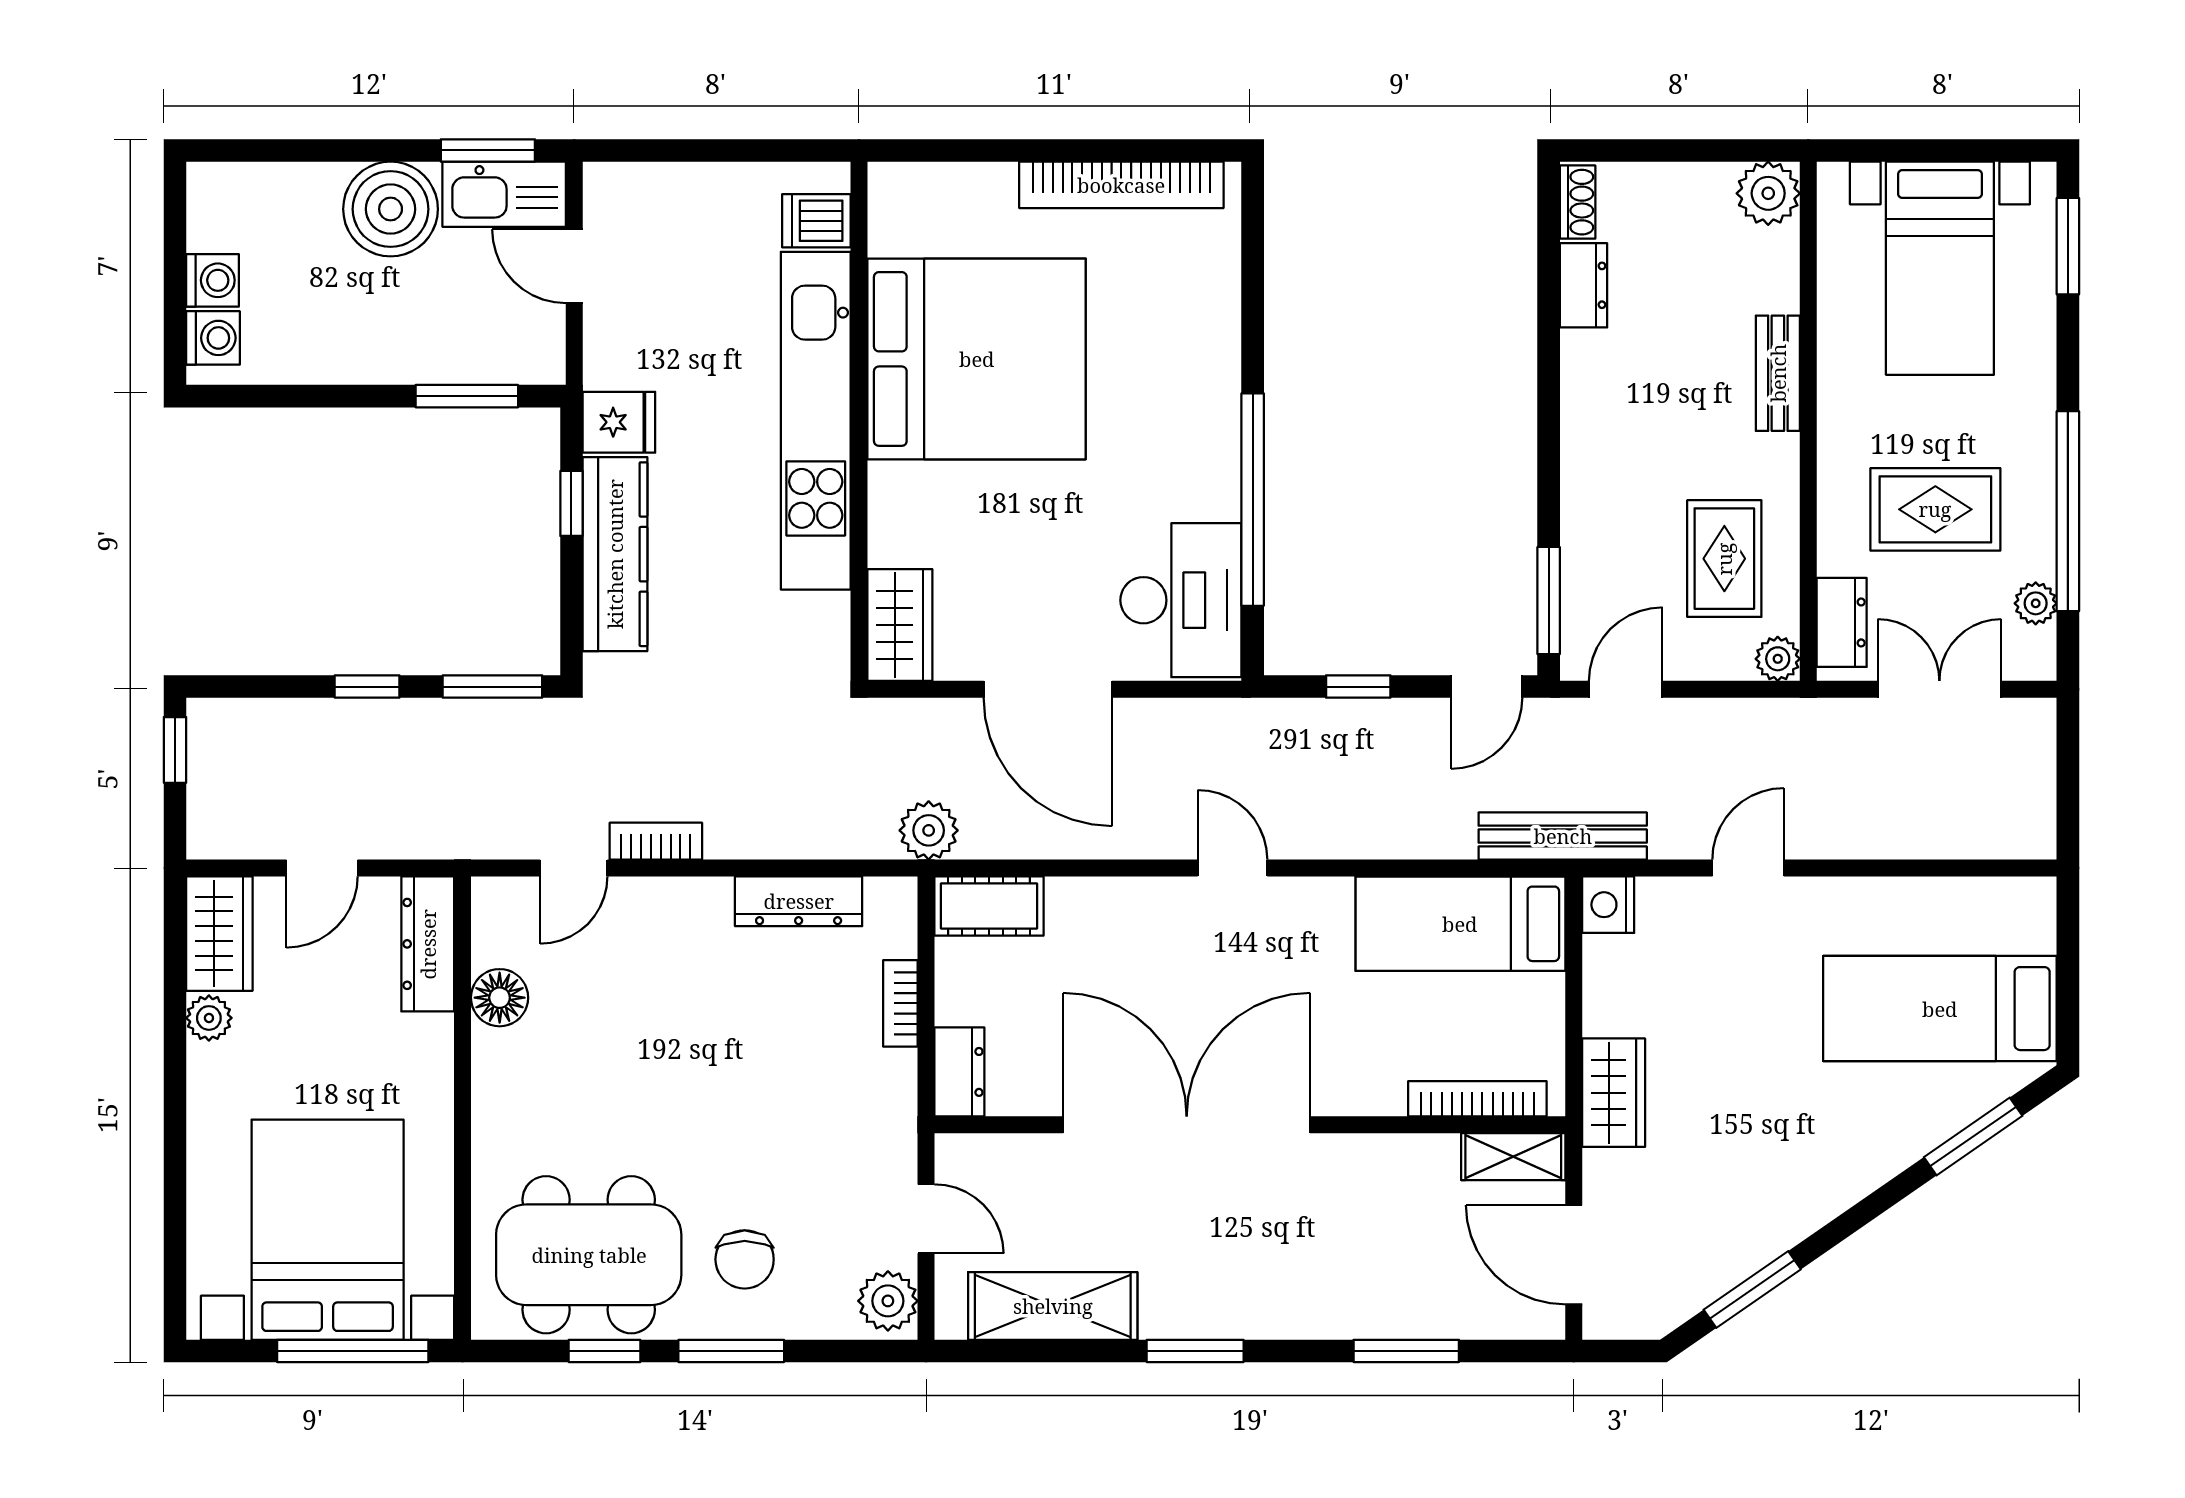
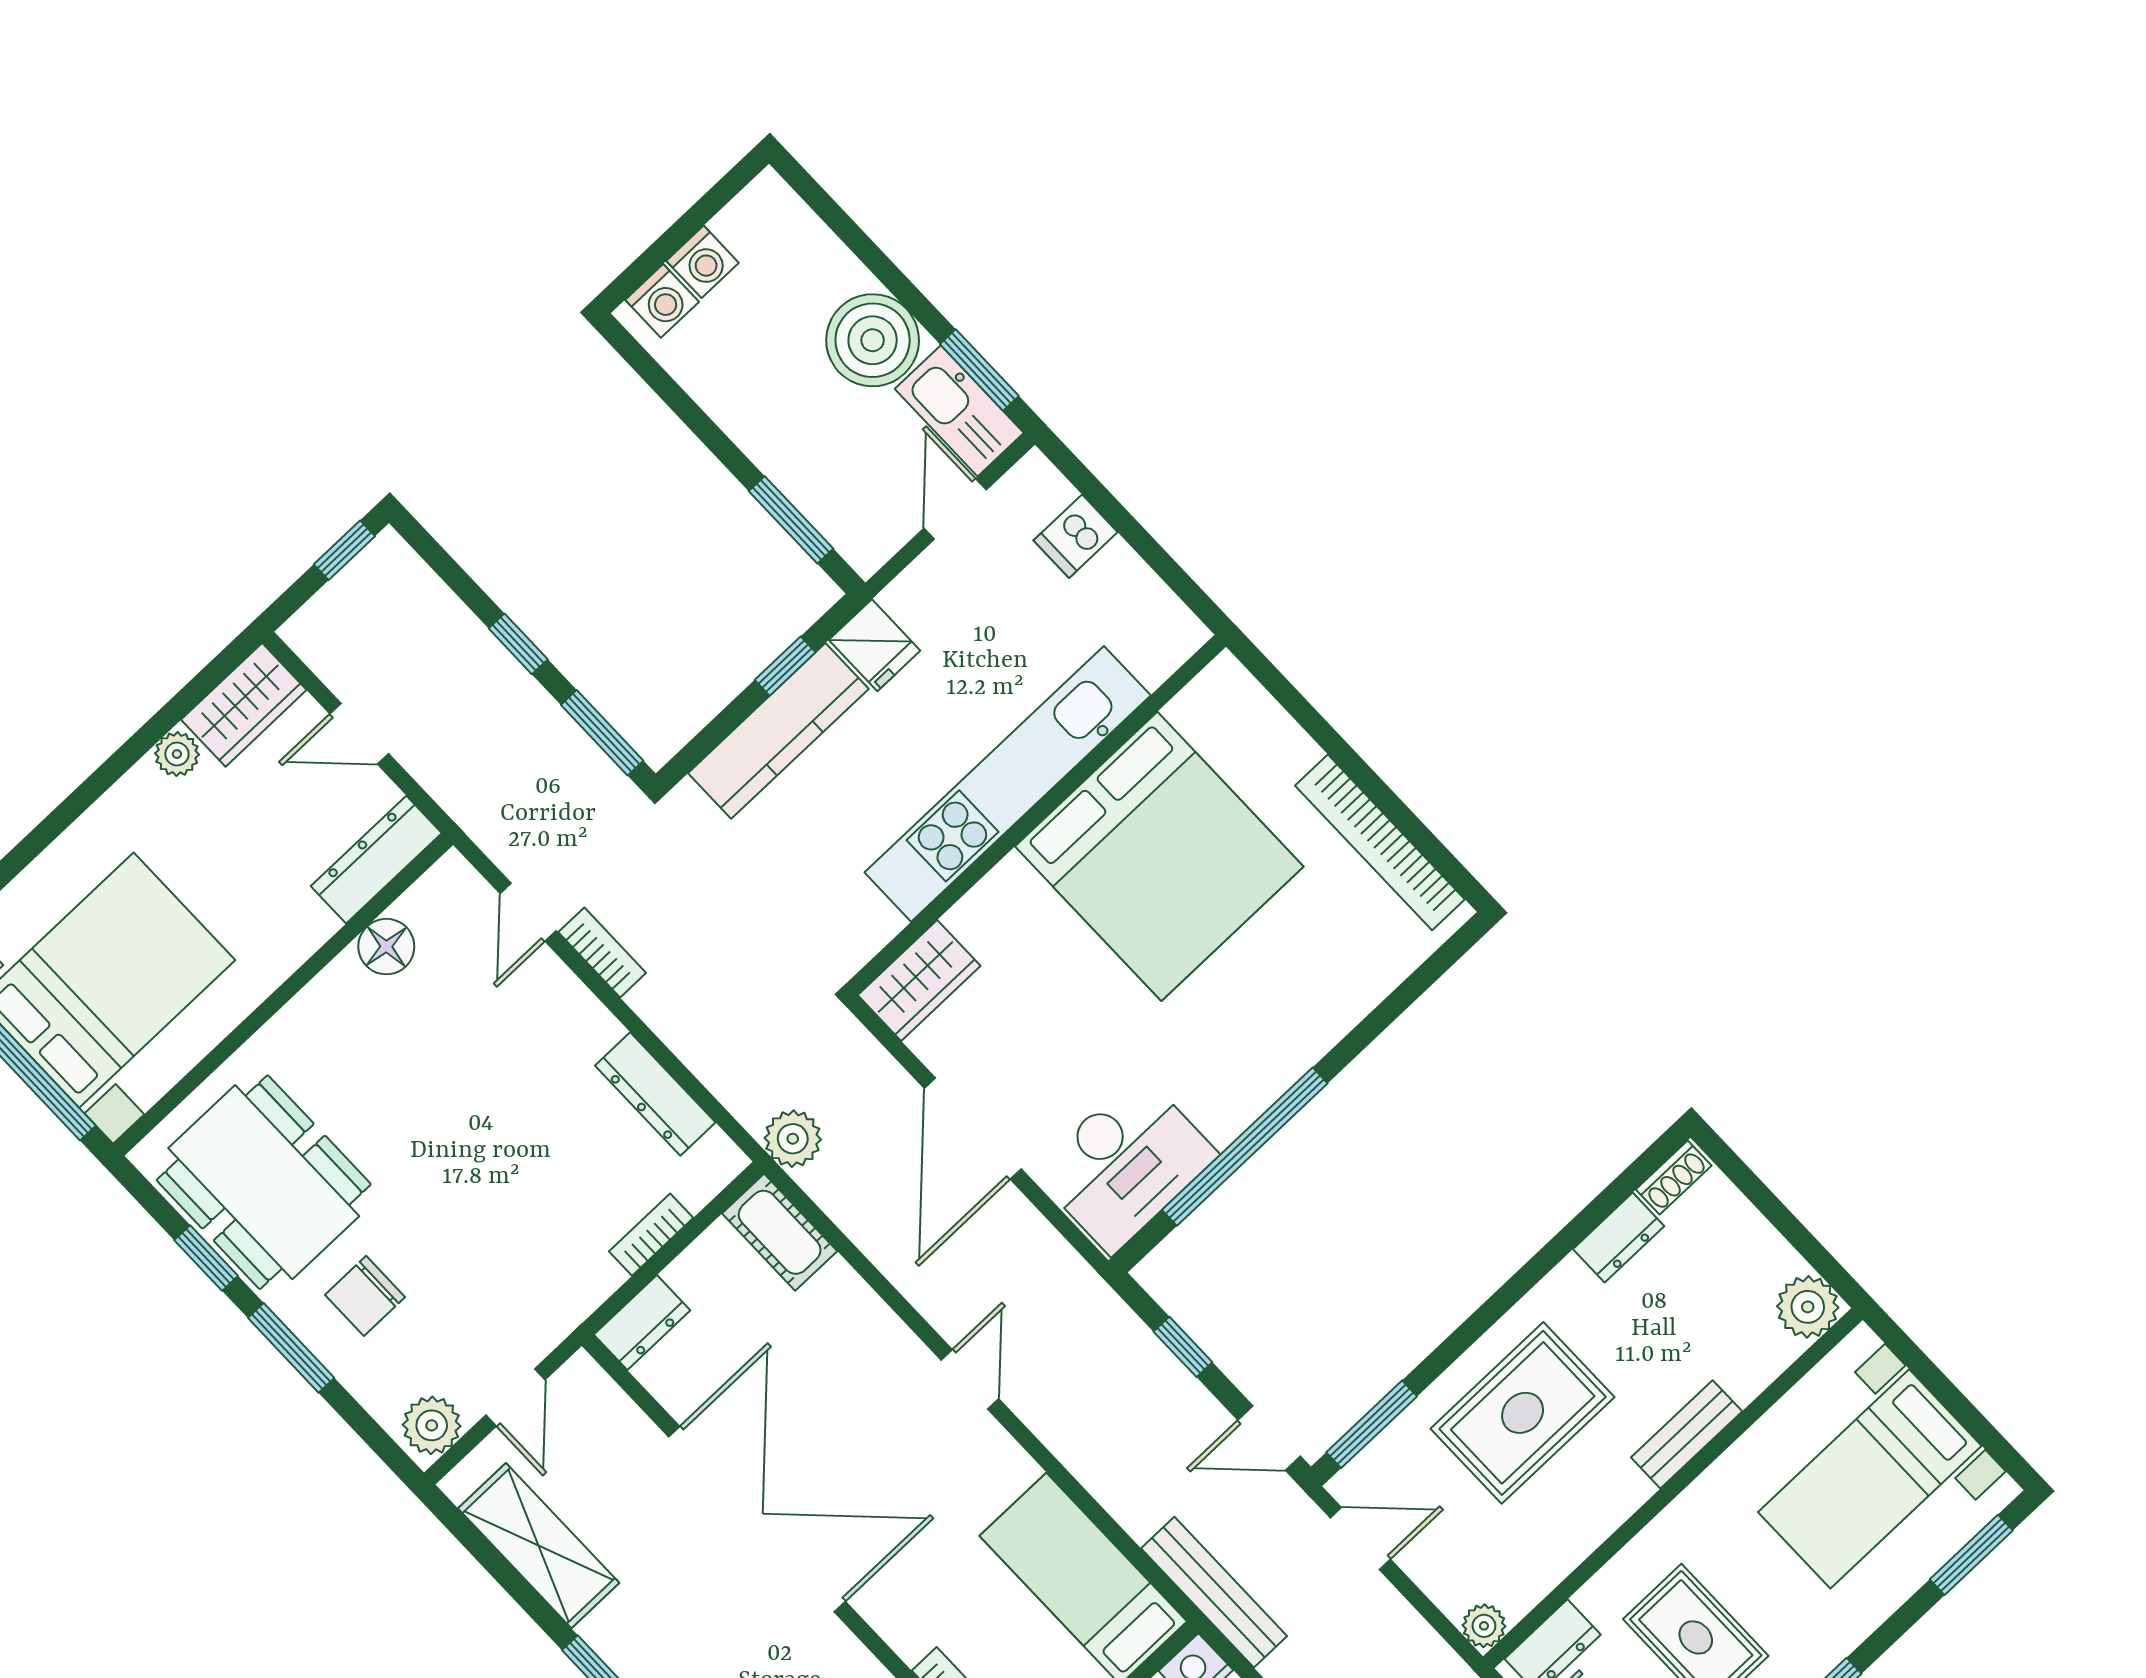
dishwasher: (816, 221) -> (1076, 536), moved, turned -90
rug: (1724, 559) -> (1523, 1413), moved, width x1.36, depth x1.43
door: (574, 868) -> (528, 912), hinge flipped

